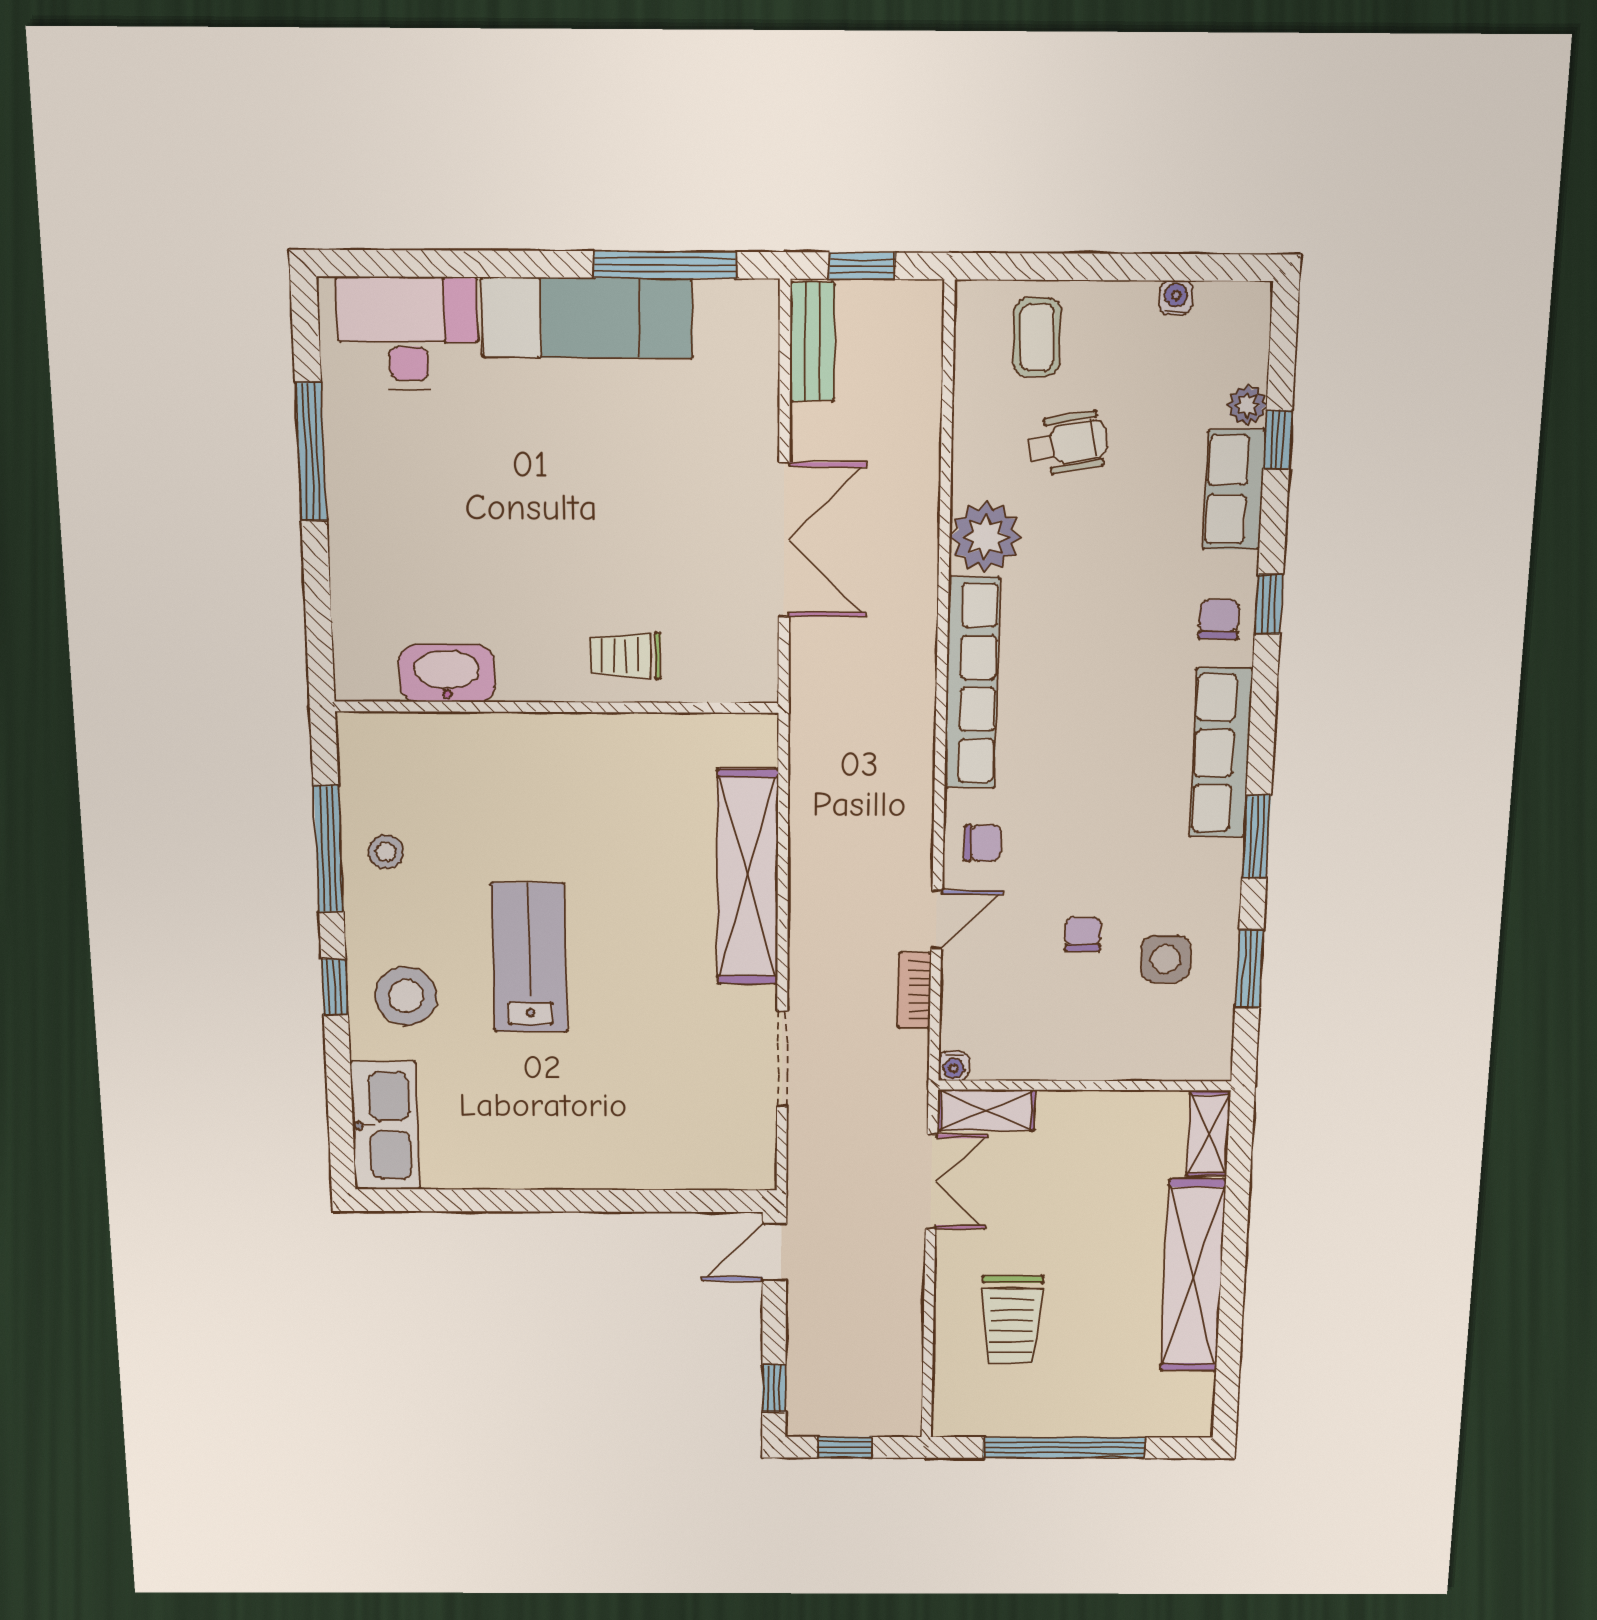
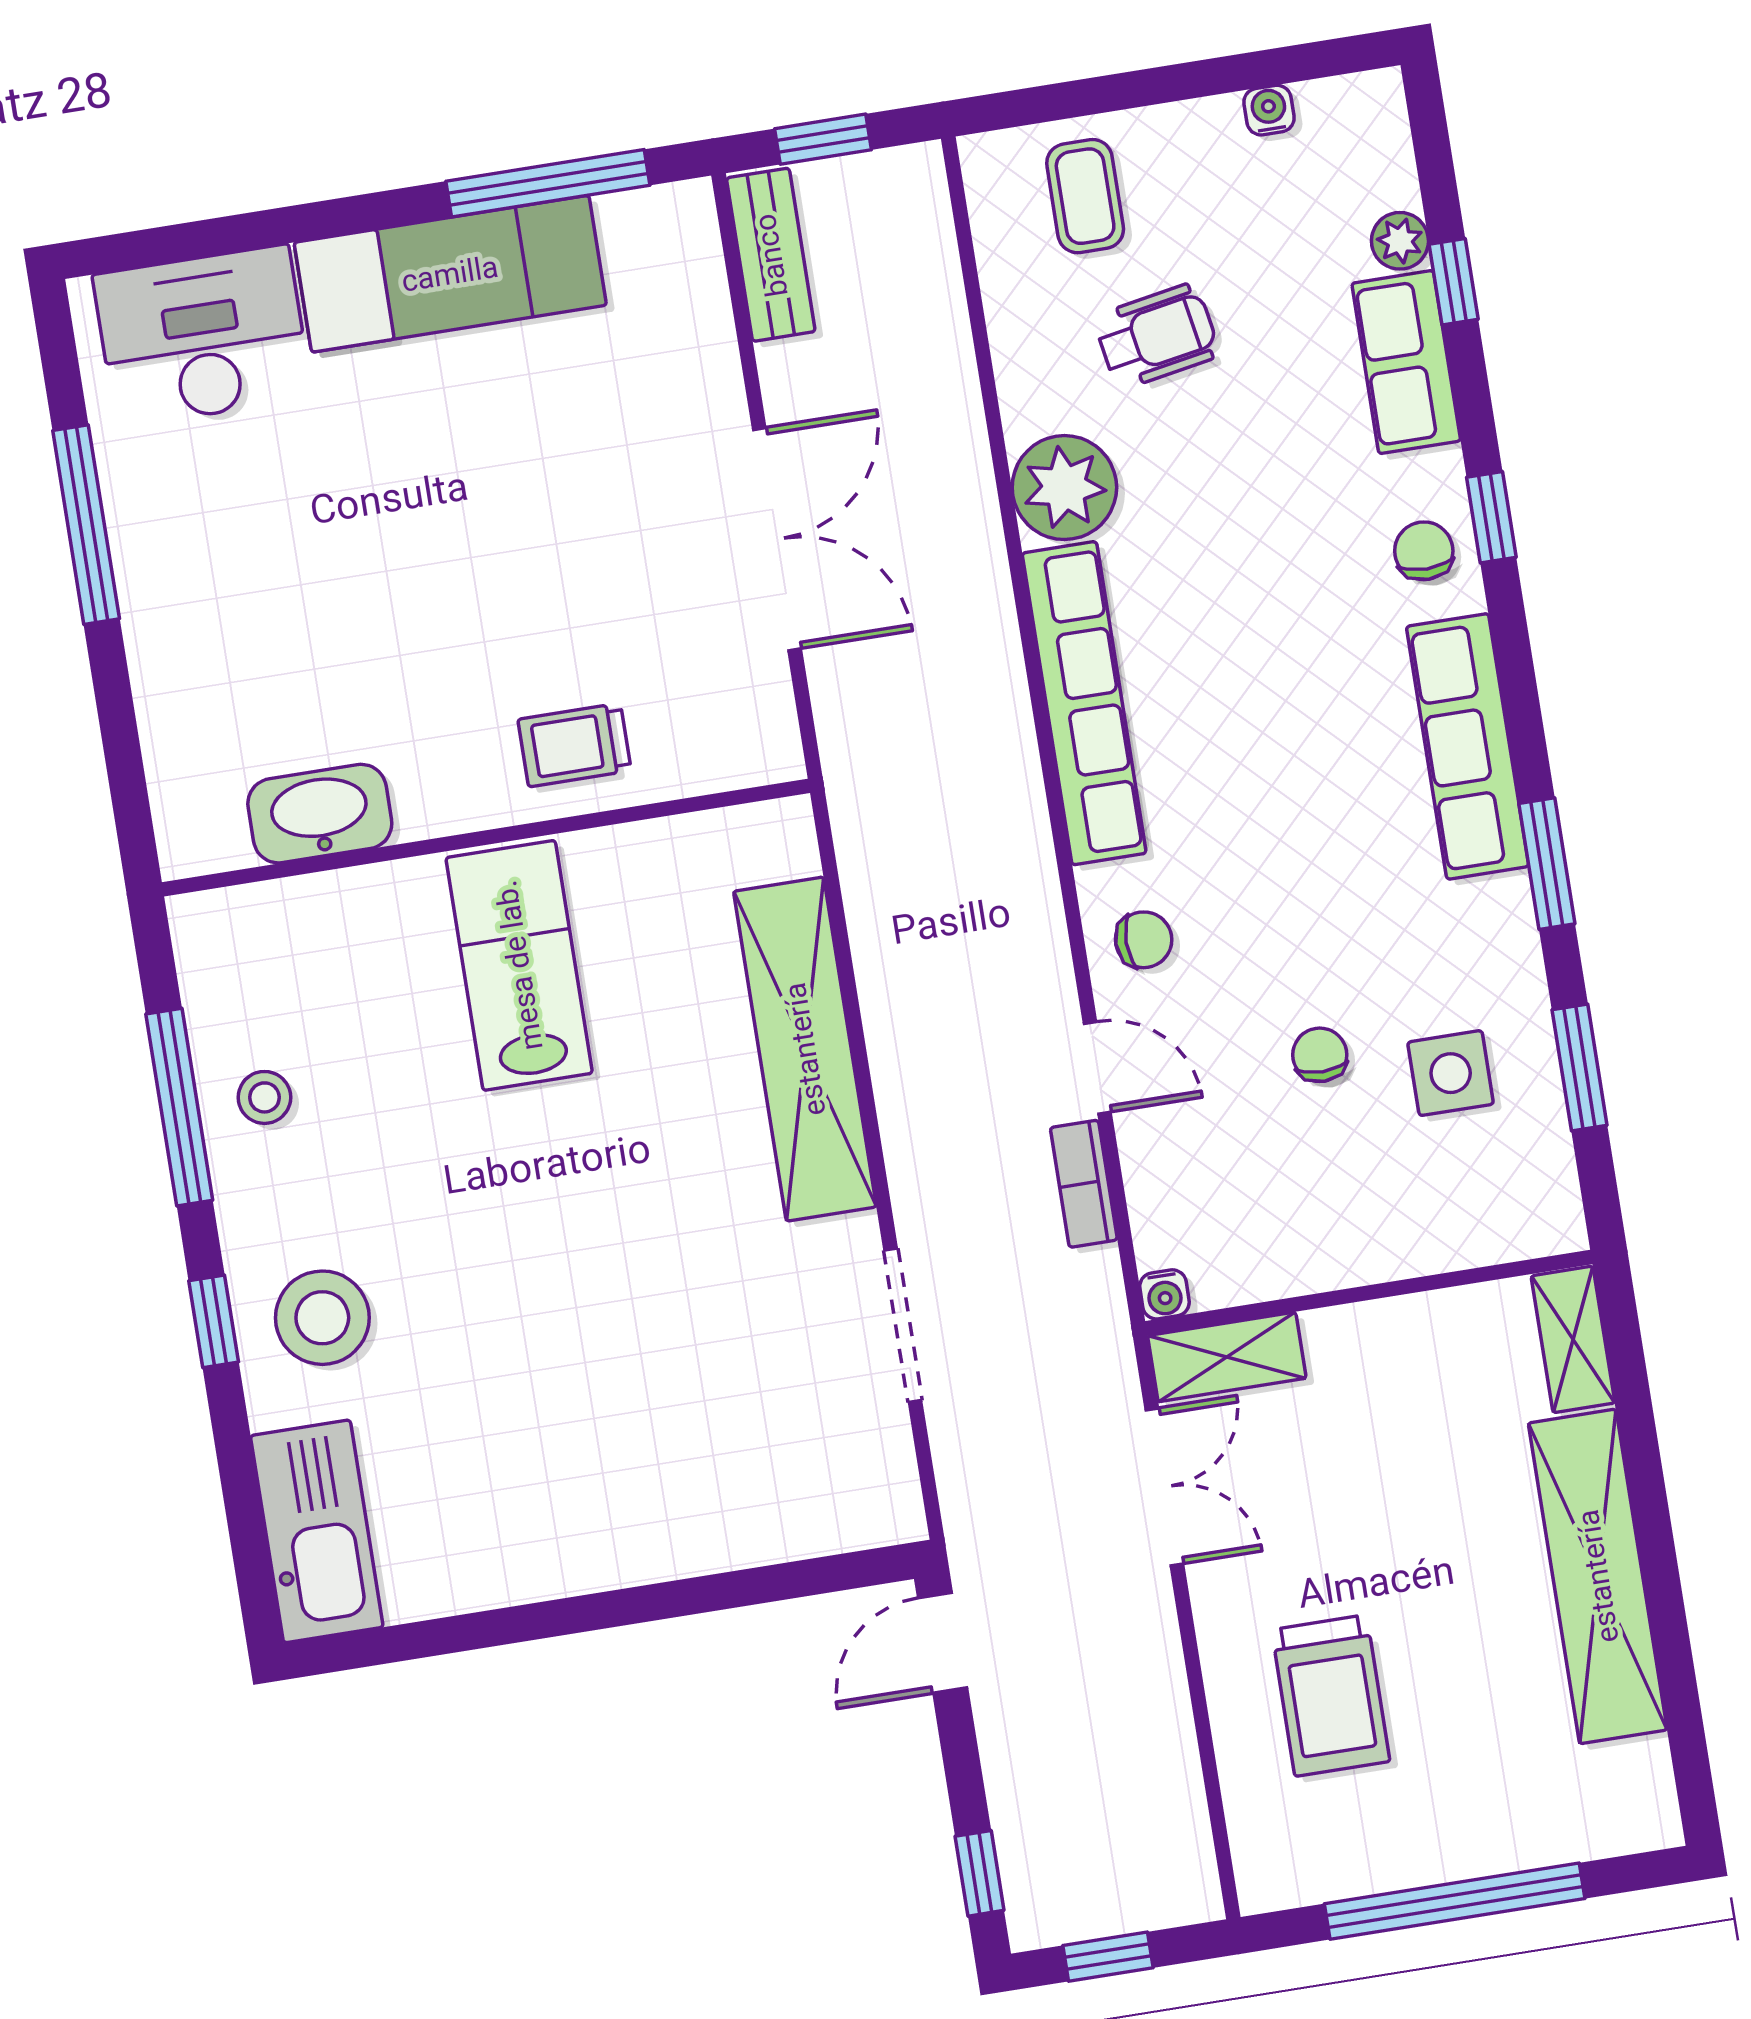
door: (937, 919) -> (1097, 1068), hinge flipped
lab bench: (529, 958) -> (519, 965), moved

